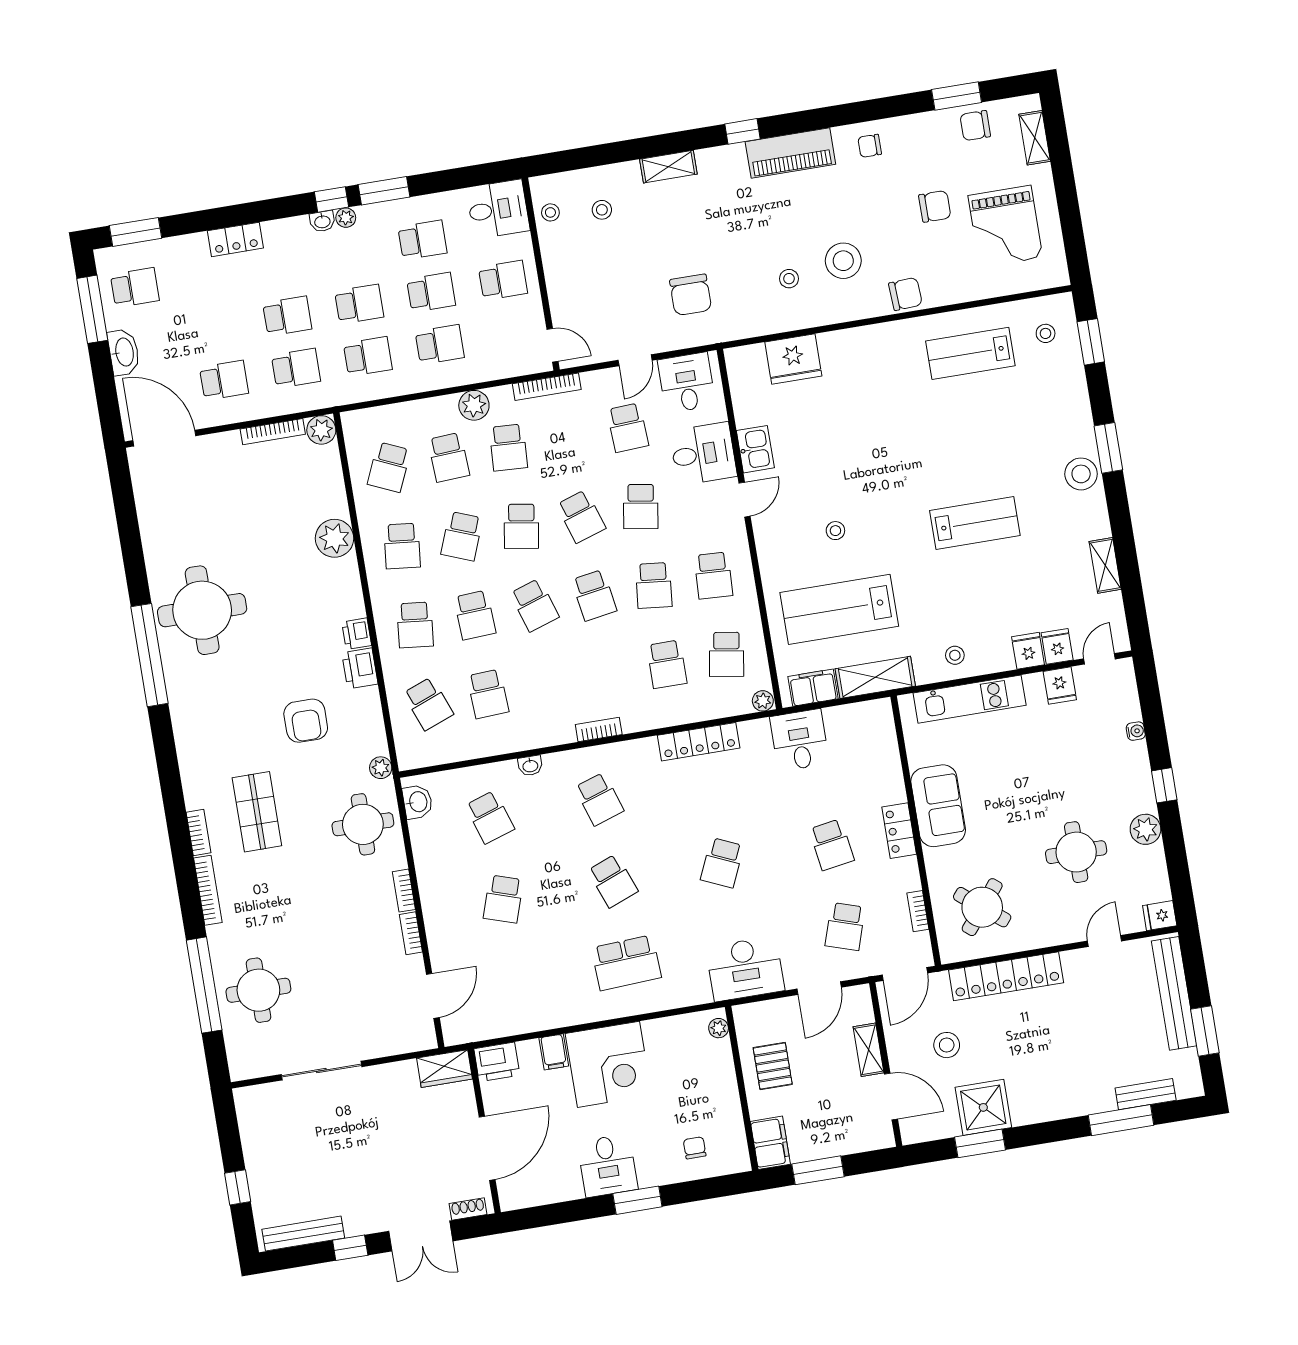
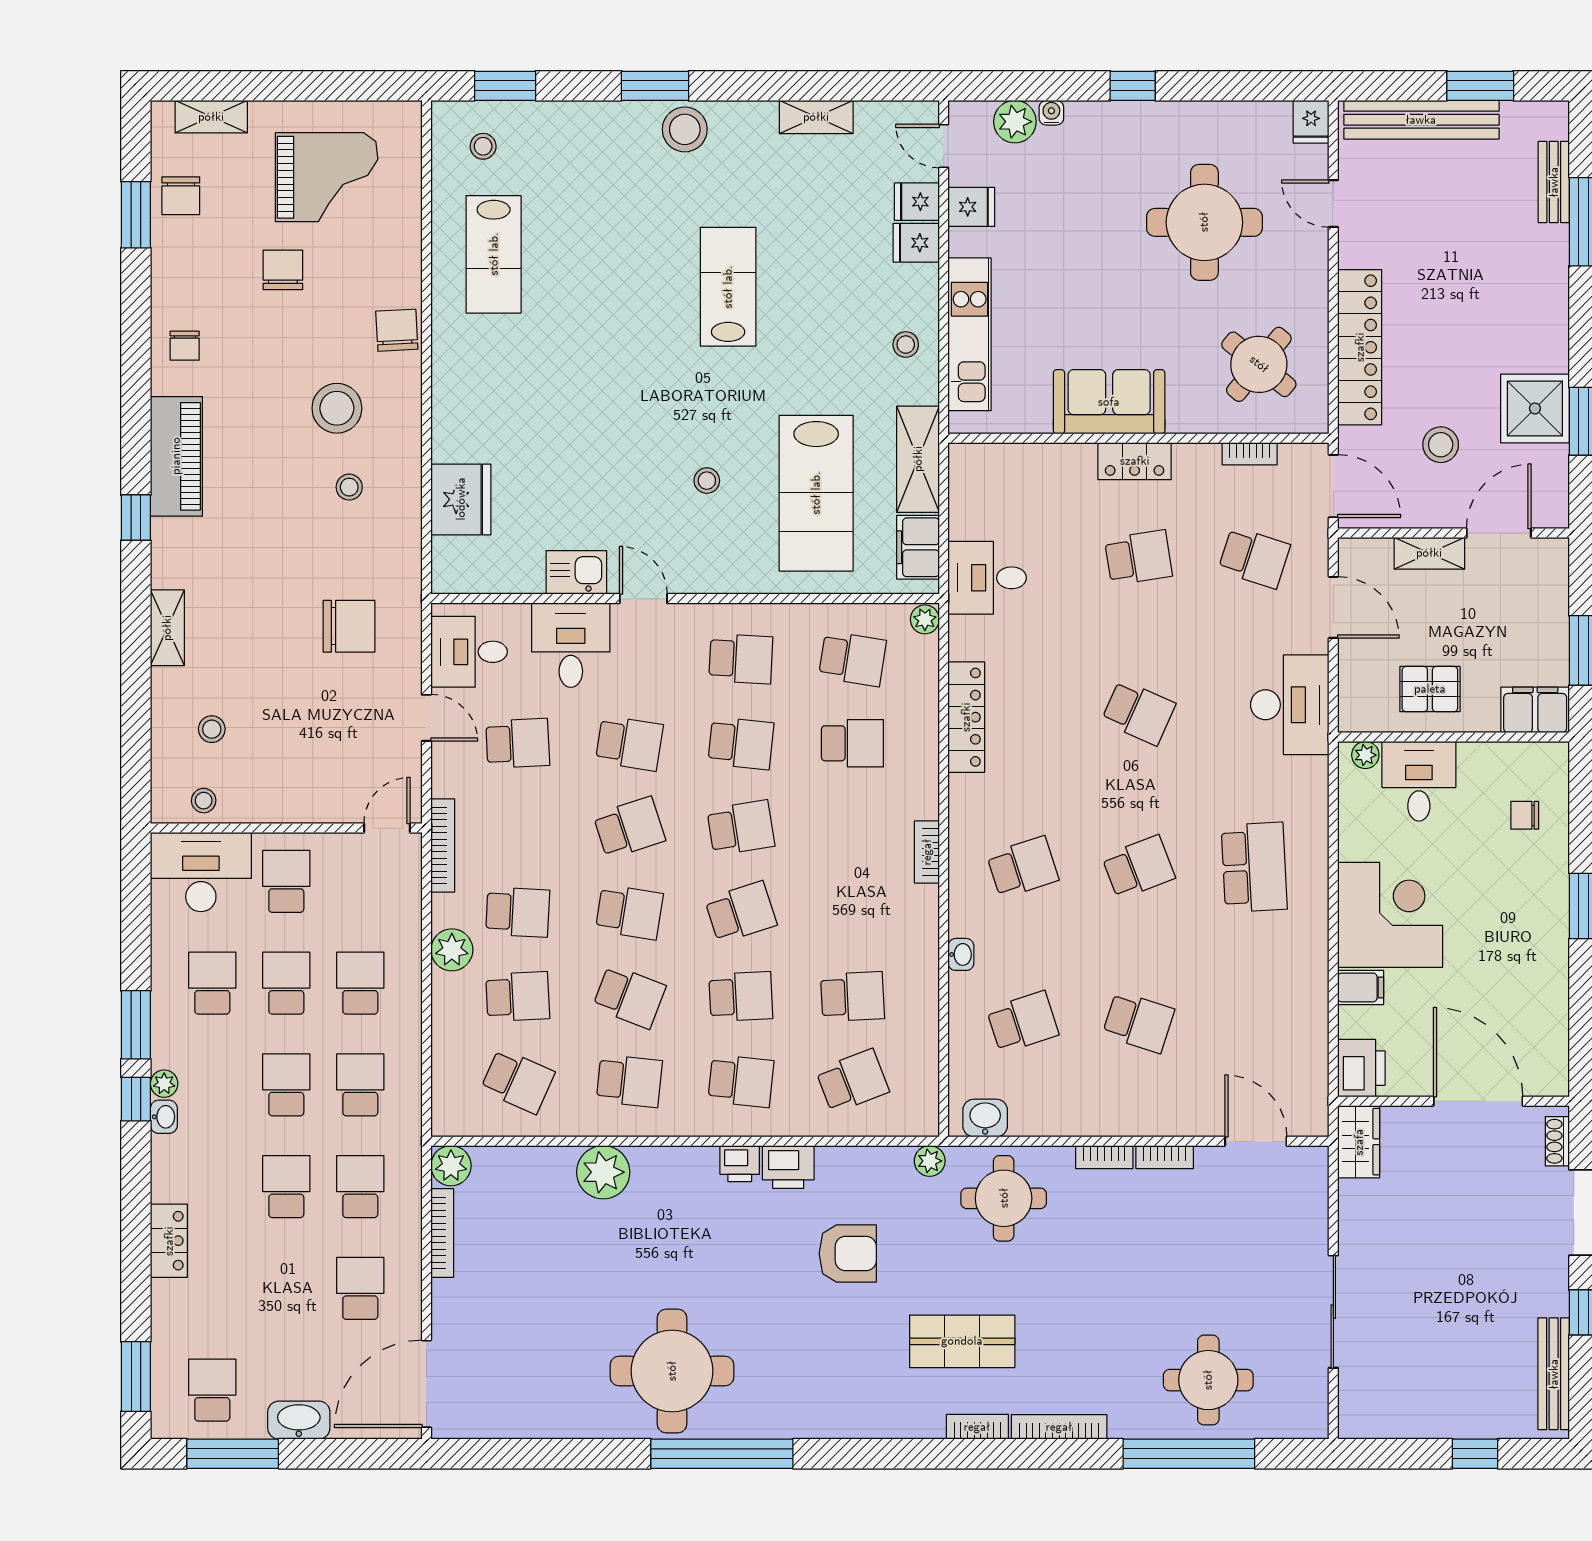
desk: (498, 209) -> (201, 872), width x1.37
plant: (1145, 829) -> (1015, 122), moved
round table: (1076, 852) -> (1204, 222), width x1.36, depth x1.36
desk: (608, 1166) -> (1419, 781), moved, turned -90

